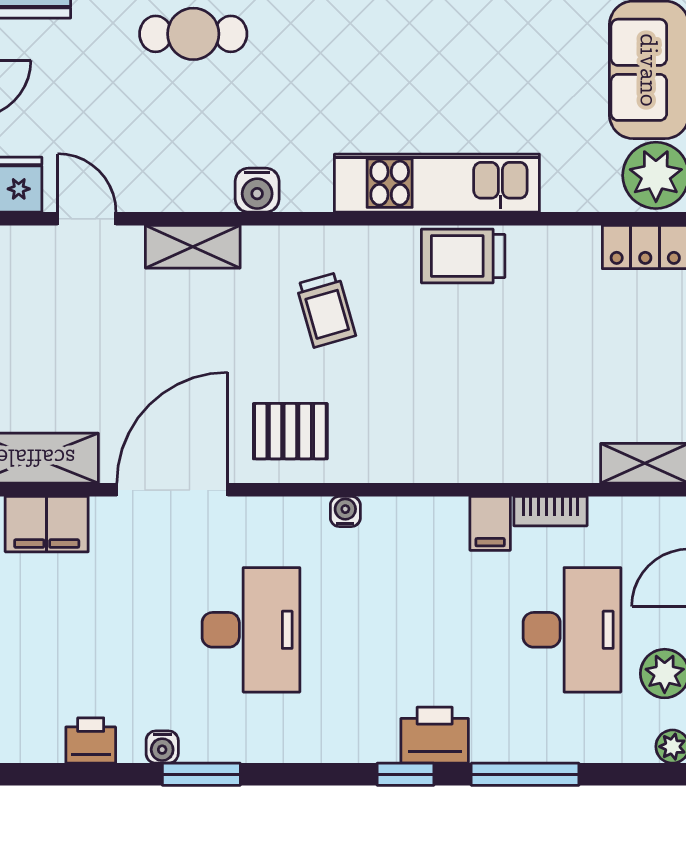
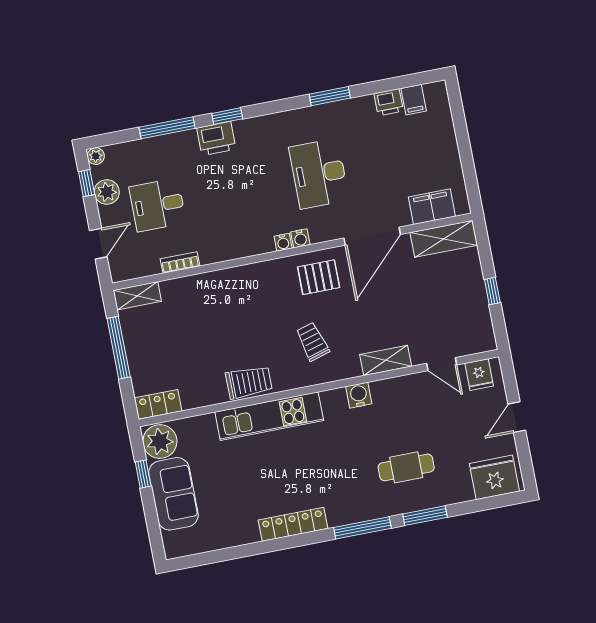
filing cabinet: (490, 523) -> (414, 100), moved, turned 180
desk: (572, 630) -> (158, 205), width x0.73
water cooler: (162, 747) -> (300, 238), moved, turned 180

